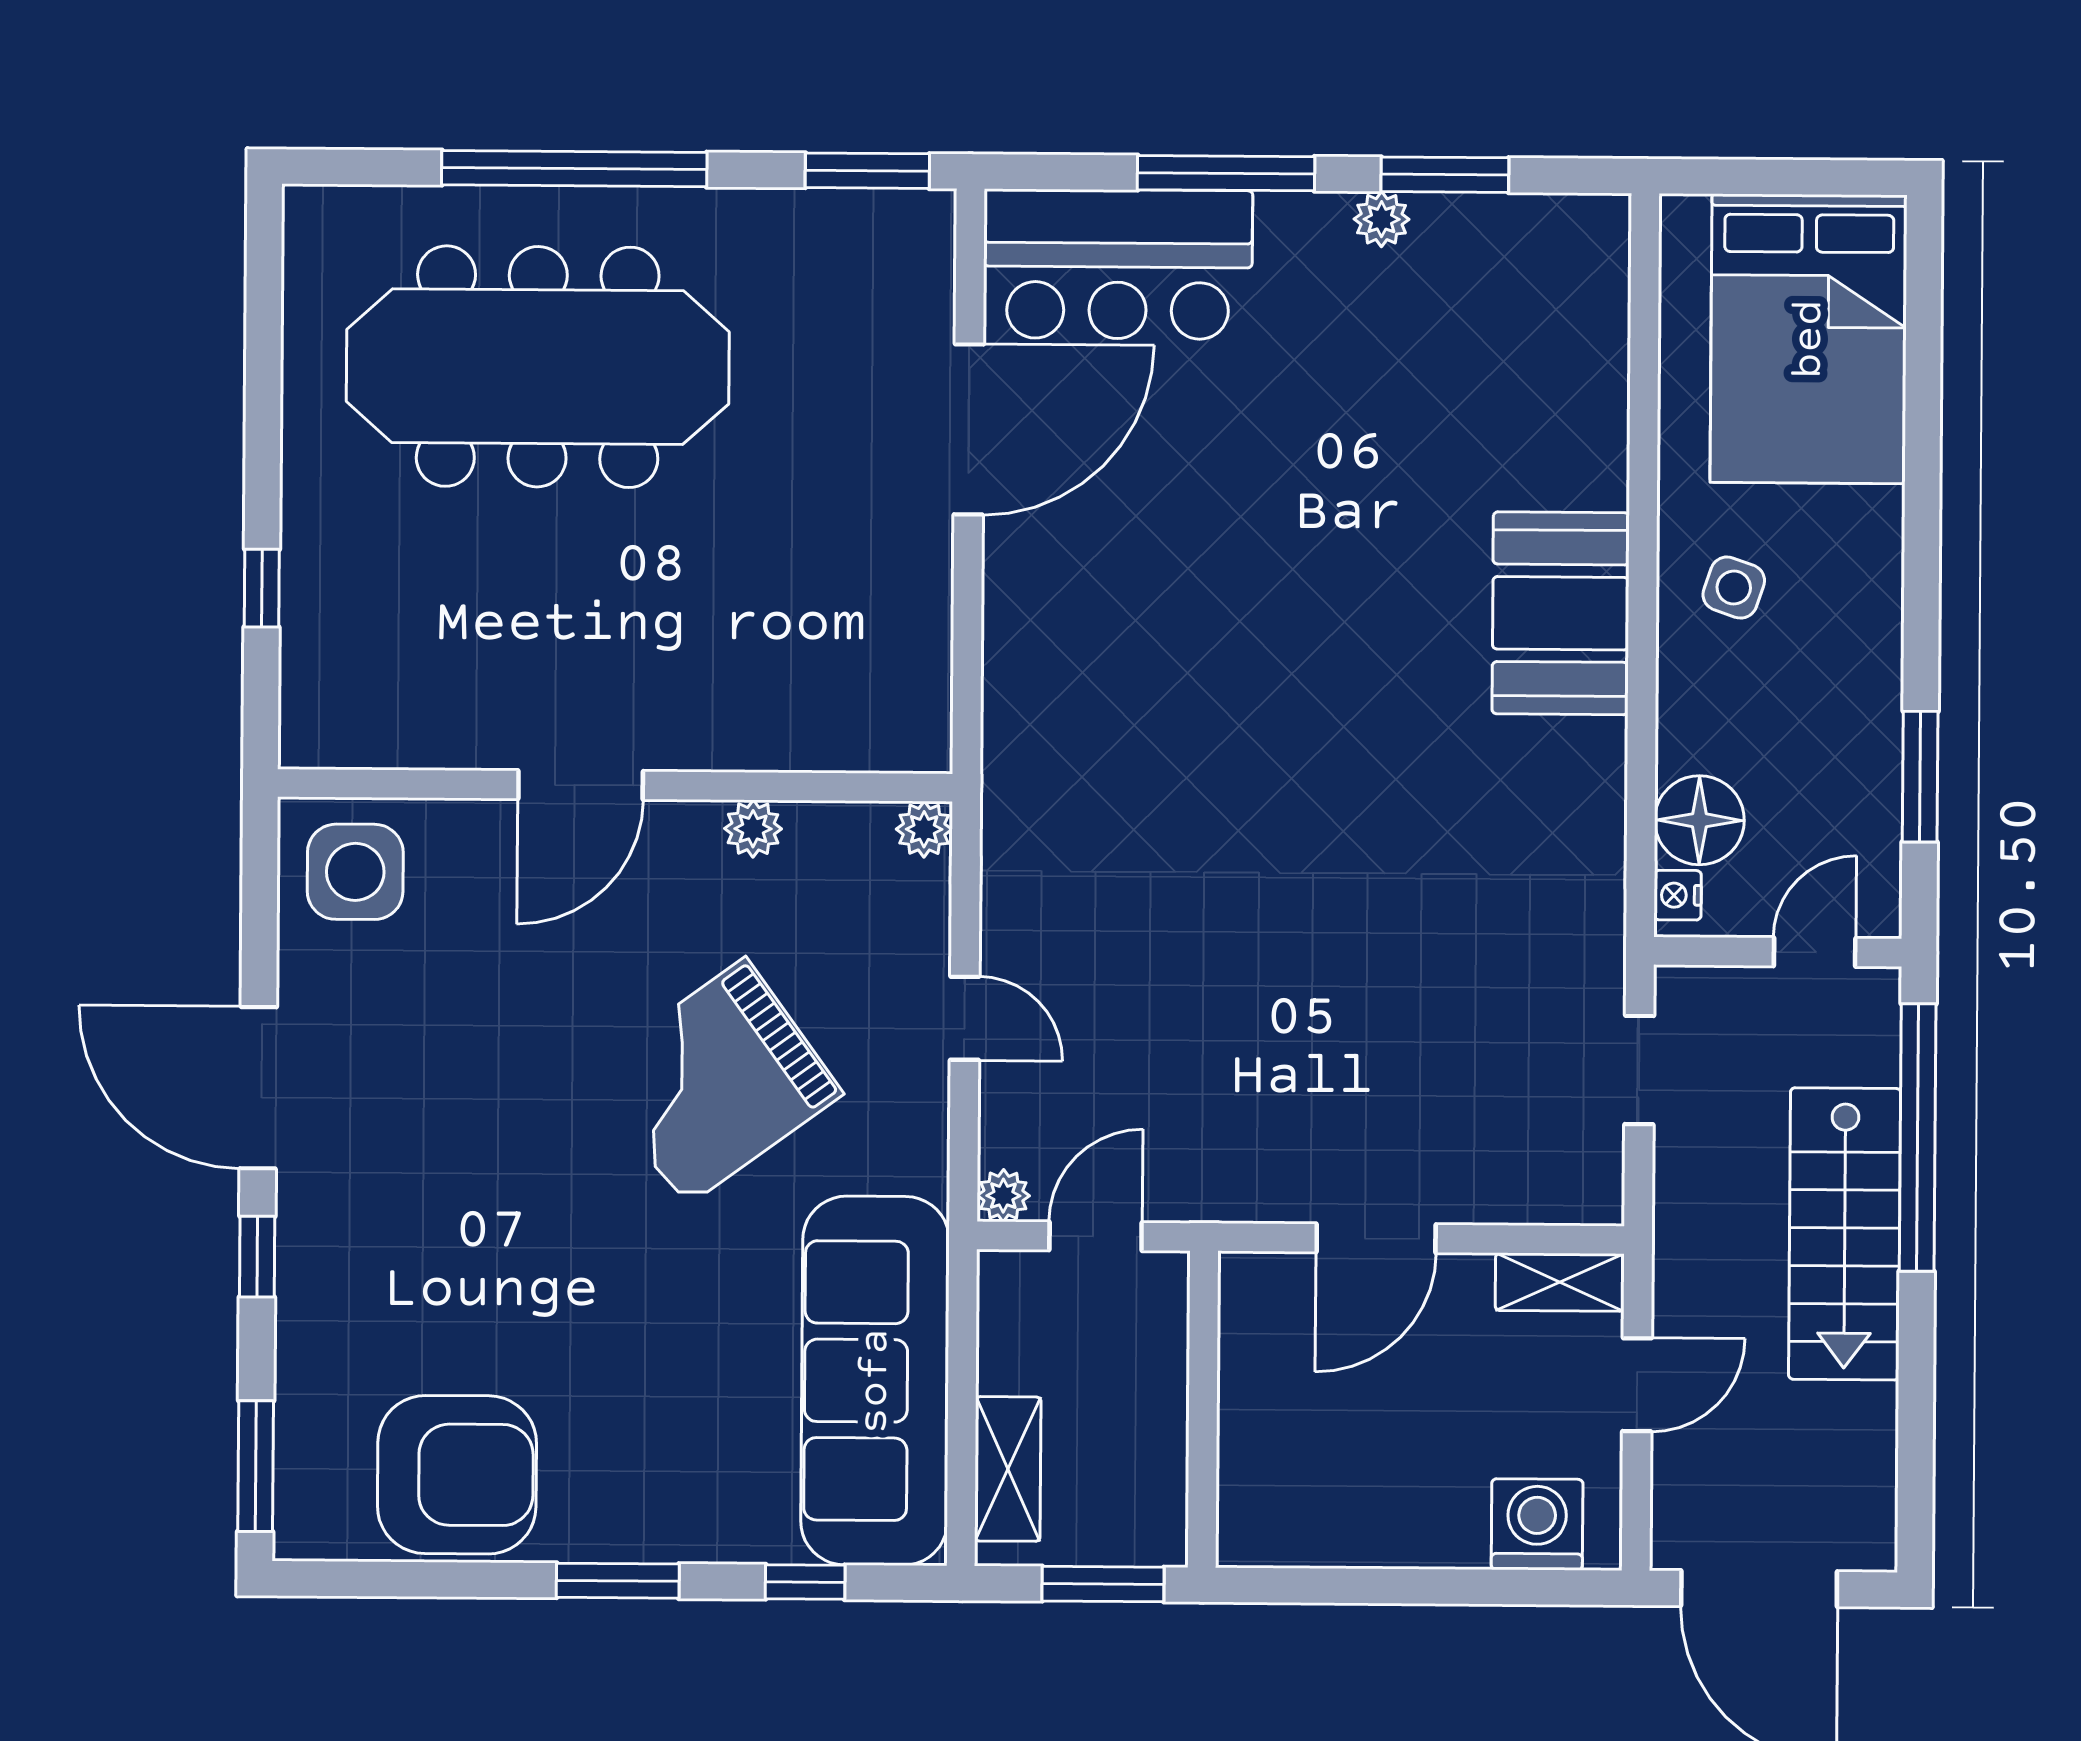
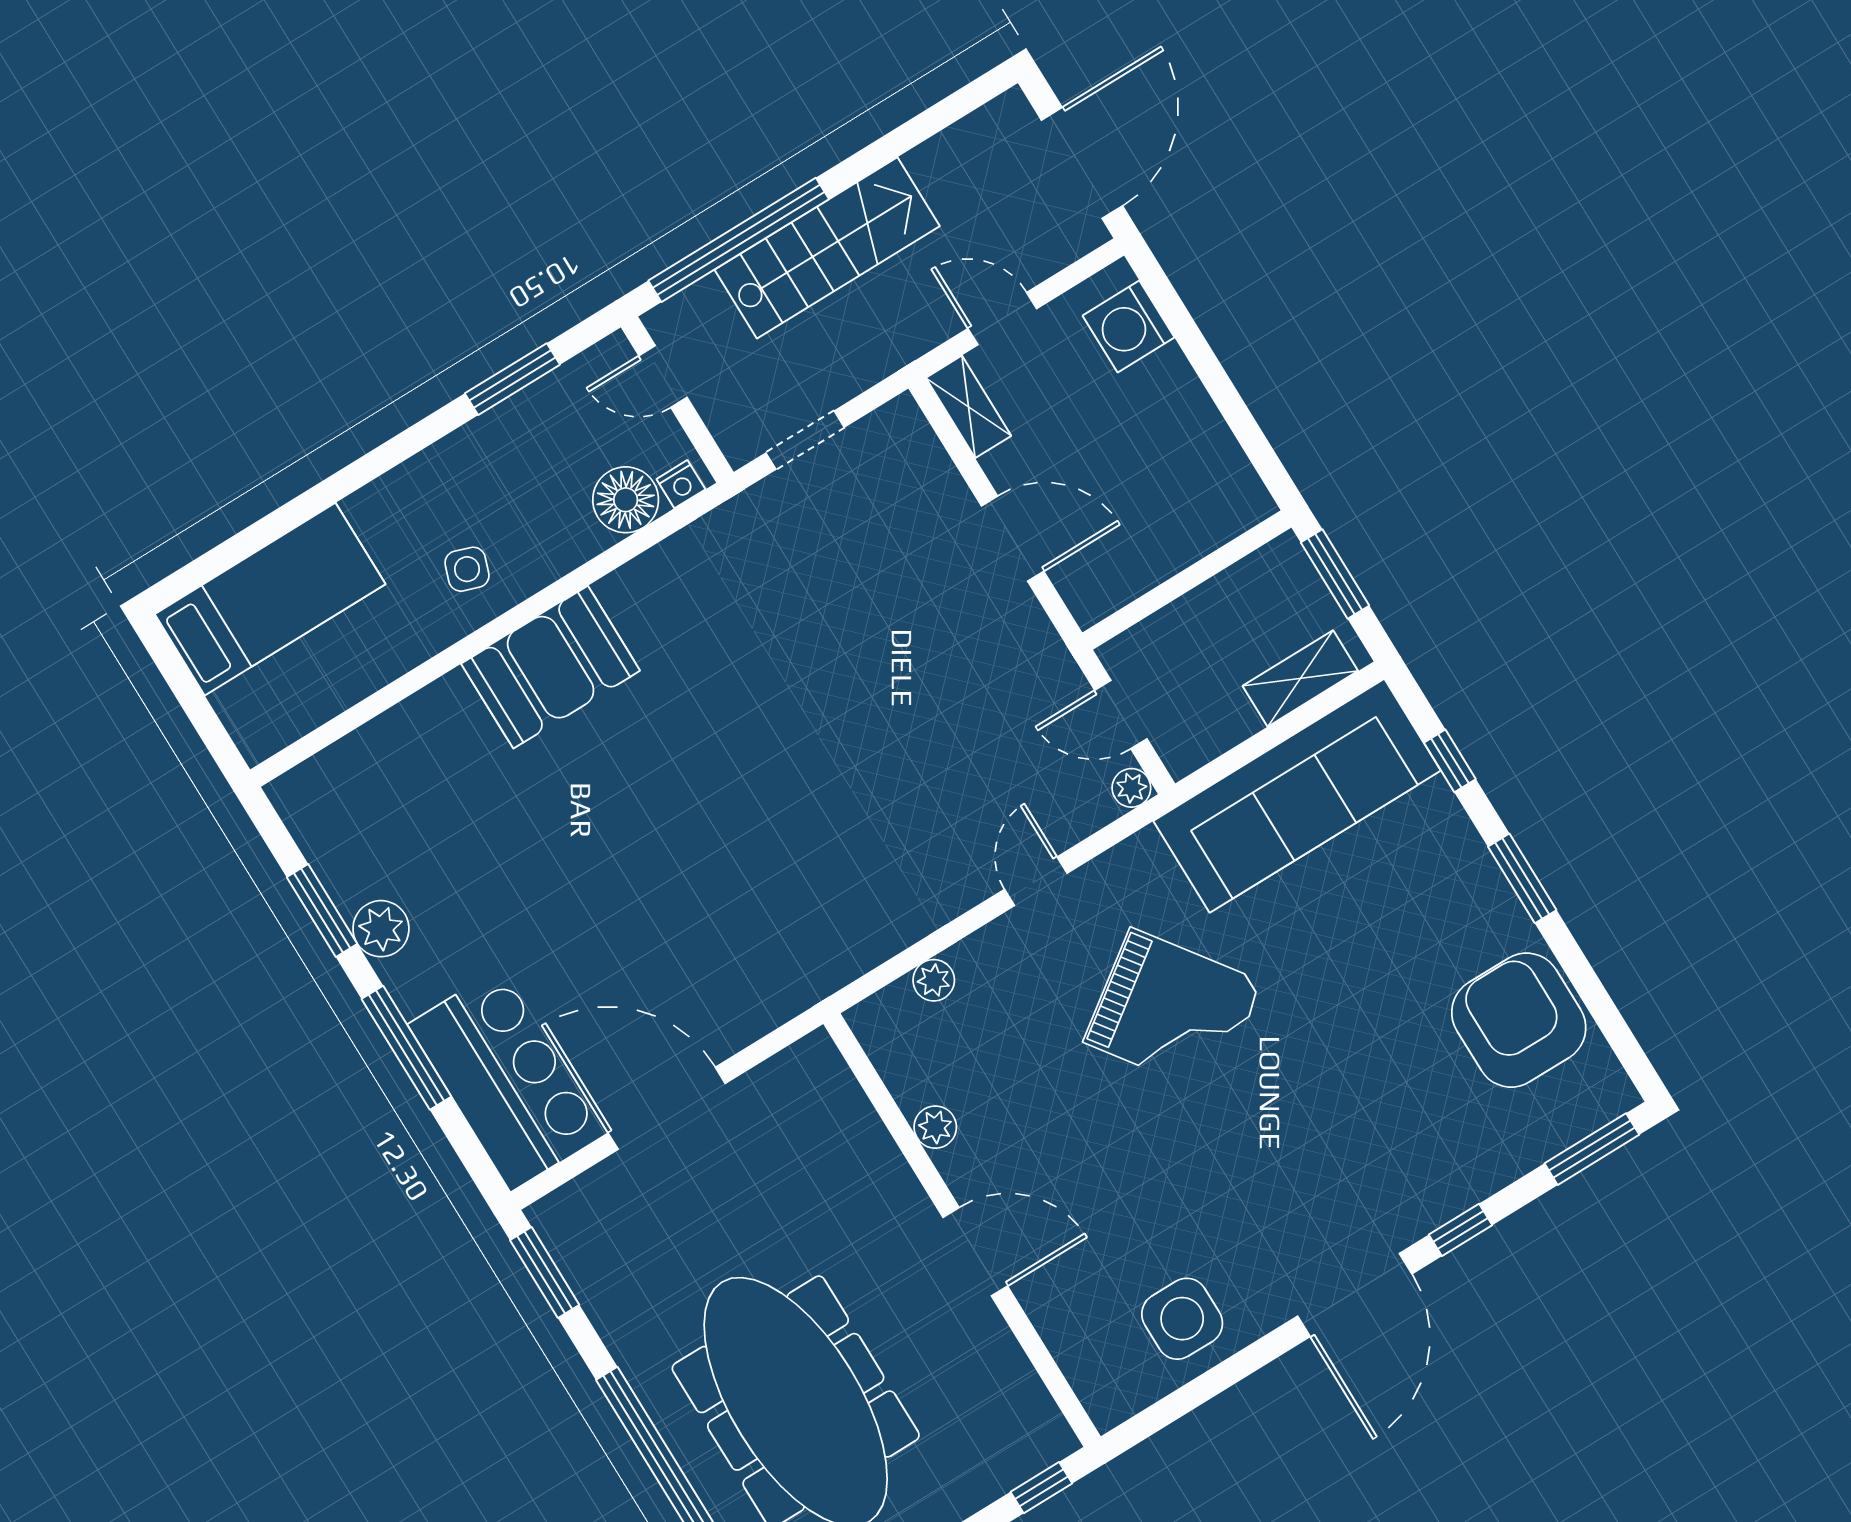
plant: (1382, 219) -> (381, 929), width x1.38, depth x1.38
bed: (1809, 339) -> (270, 599), width x0.67
door: (581, 785) -> (975, 1252), moved
wall: (615, 785) -> (962, 1230), moved
plant: (753, 829) -> (935, 1127), moved

